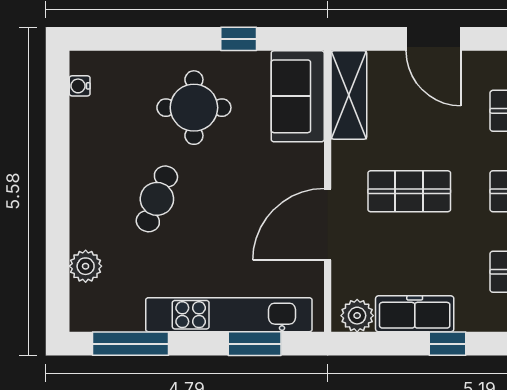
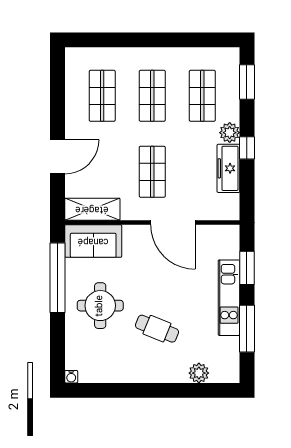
window: (239, 39) -> (57, 278), width x3.17
water cooler: (80, 86) -> (71, 377), moved
kitchen unit: (229, 315) -> (229, 298), width x0.73
plant: (357, 316) -> (230, 133), moved
window: (130, 344) -> (247, 329), moved

